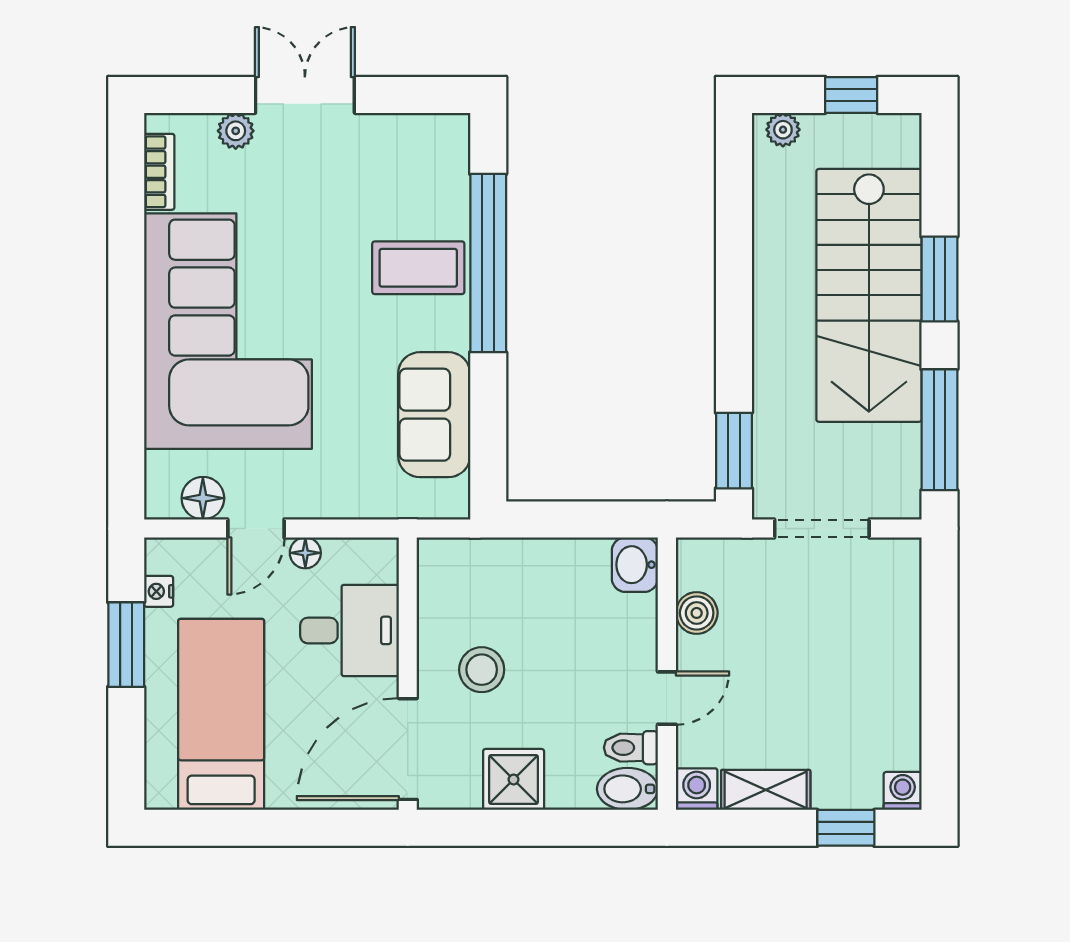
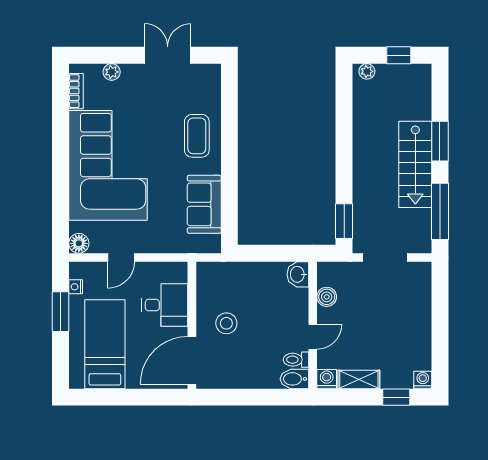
double door: (305, 95) -> (168, 55), moved
window: (488, 263) -> (229, 134), removed
coffee table: (418, 268) -> (197, 136), turned 90
stairs: (869, 295) -> (415, 164), width x0.73, depth x0.66
floor lamp: (203, 498) -> (79, 243), moved
floor lamp: (305, 553) -> (144, 269), removed
shower: (514, 779) -> (241, 375), removed

